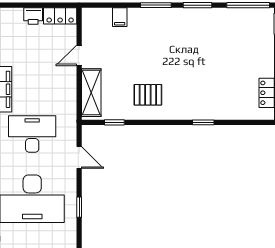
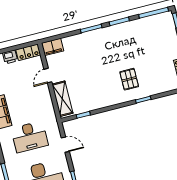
filing cabinet: (120, 17) -> (53, 47), moved, width x2.00
pallet: (148, 95) -> (129, 79), moved, turned 90
desk: (32, 134) -> (30, 137), turned 180

